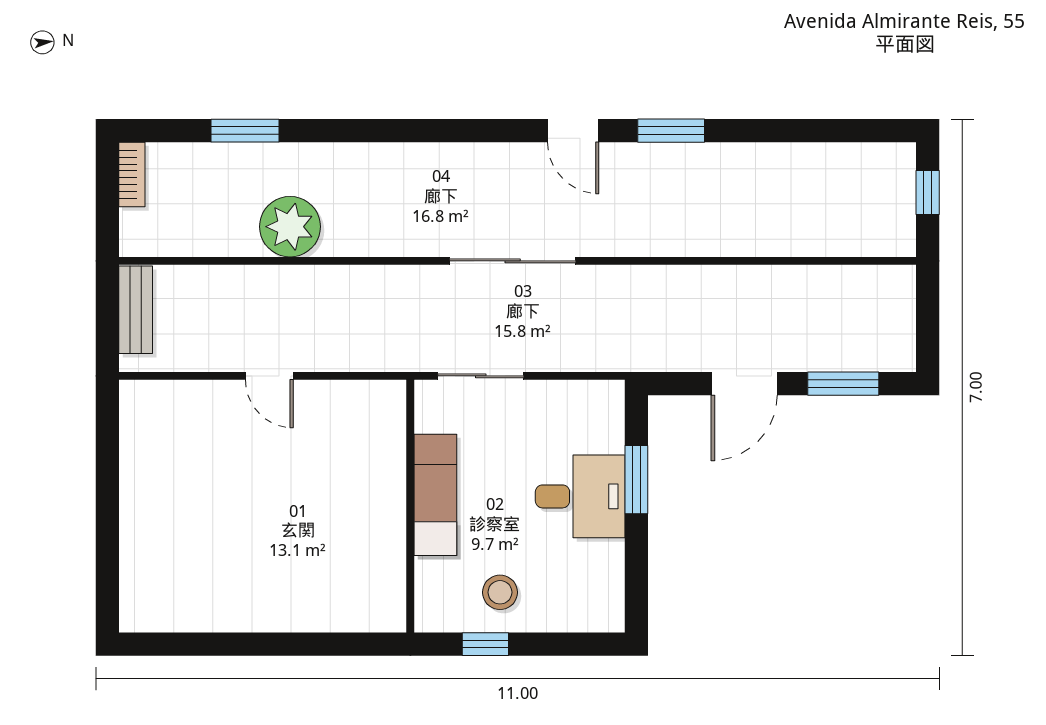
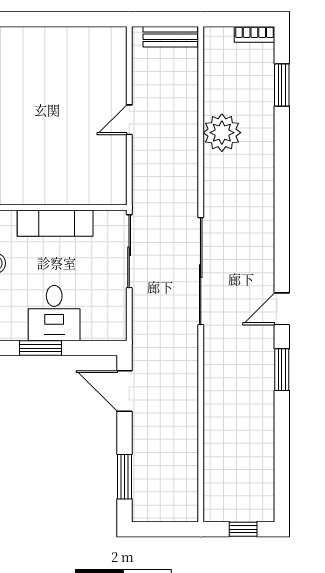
window: (245, 131) -> (282, 85), moved
sliding door: (513, 261) -> (201, 271), width x1.36
sliding door: (481, 376) -> (129, 251), width x1.37
door: (744, 384) -> (124, 391), moved
window: (636, 480) -> (40, 348), moved

